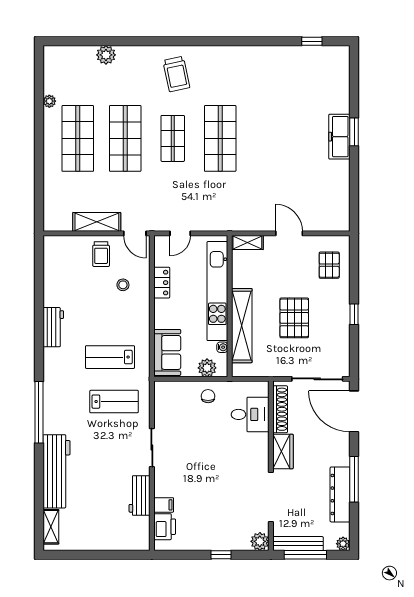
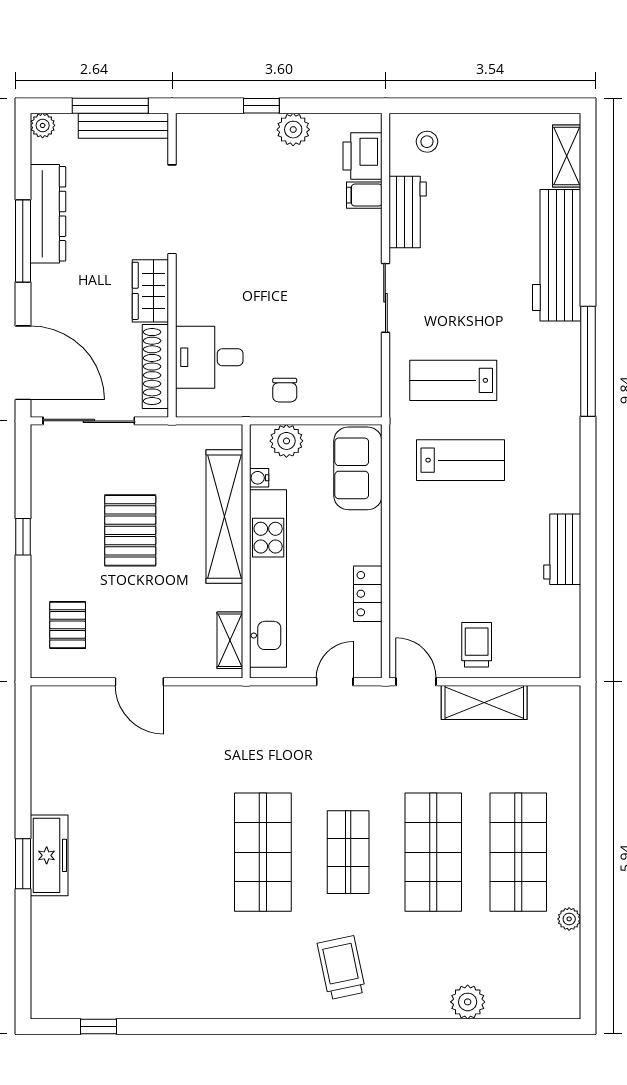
shelving: (247, 243) -> (230, 640), moved, turned 90
stool: (123, 285) -> (427, 142), moved
workbench: (53, 327) -> (562, 549), moved
plant: (260, 541) -> (293, 130), moved

